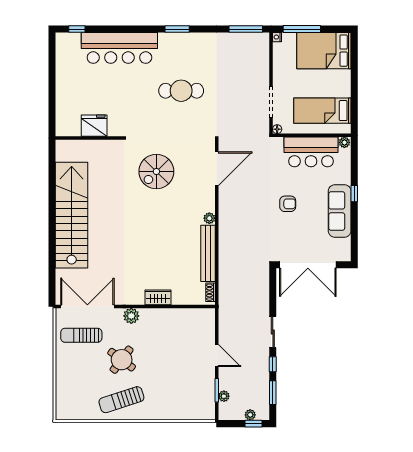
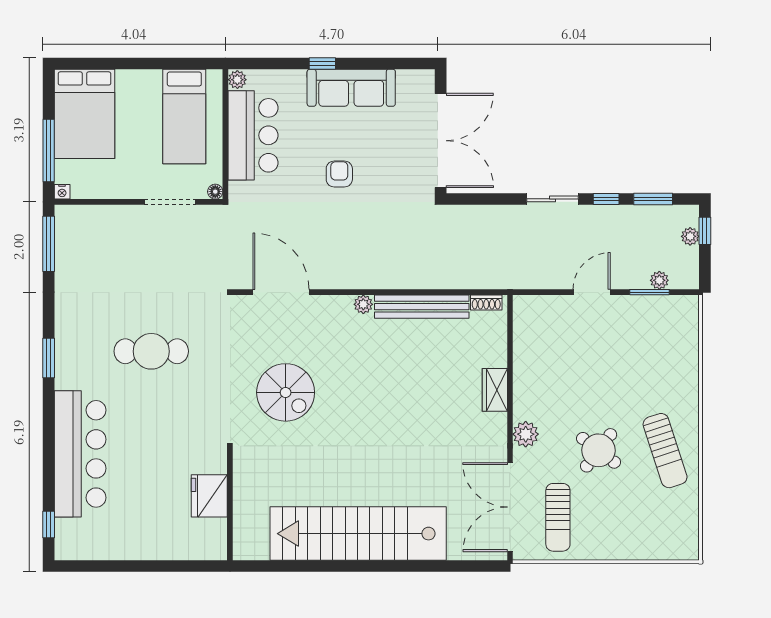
cafe table: (181, 91) -> (151, 351), turned 90

